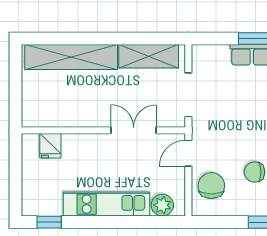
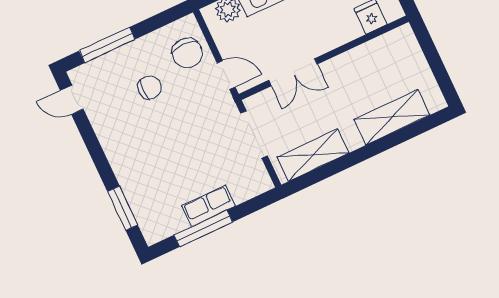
shelving: (71, 57) -> (392, 117), width x0.68
door: (188, 153) -> (226, 75), hinge flipped

